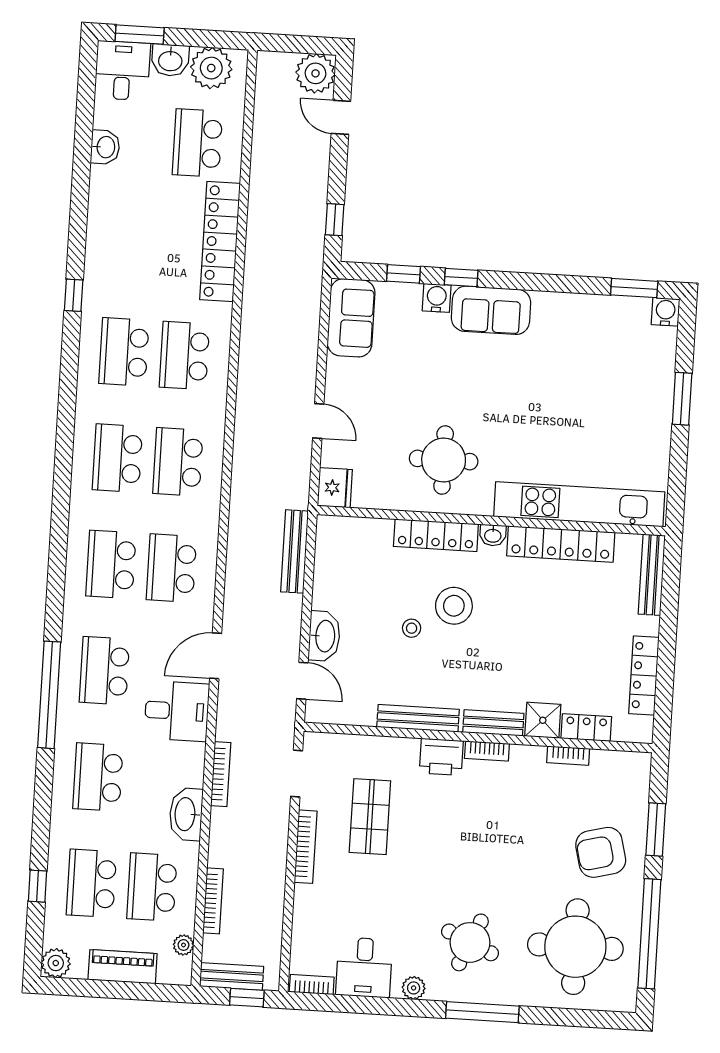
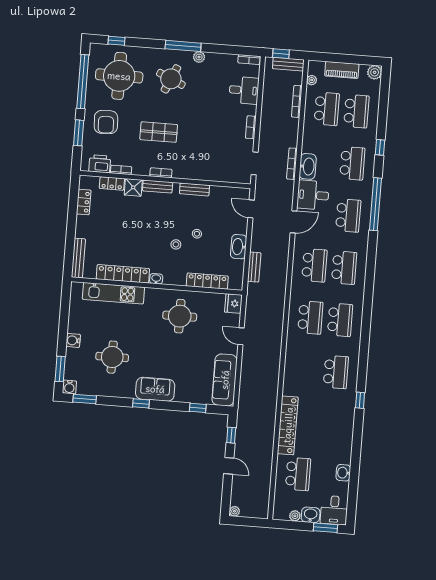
plant: (211, 68) -> (295, 516), width x0.53, depth x0.53
plant: (315, 73) -> (234, 511), width x0.53, depth x0.53
door: (341, 117) -> (229, 466), moved
window: (461, 278) -> (141, 403), moved
water cooler: (437, 298) -> (73, 340), moved, turned 90
sofa: (351, 318) -> (225, 380), width x1.36
school desk: (184, 356) -> (306, 370), removed
round table: (580, 374) -> (112, 357), added
window: (682, 399) -> (60, 369), moved
kitchen unit: (579, 504) -> (113, 293), width x0.73
locker: (436, 535) -> (207, 281), moved
bench: (295, 551) -> (254, 267), width x0.73
stool: (454, 606) -> (176, 244), width x0.53, depth x0.53
washbasin: (324, 636) -> (239, 247), moved
locker: (644, 675) -> (84, 202), width x0.66
bench: (418, 718) -> (194, 189), width x0.73
printer: (441, 757) -> (100, 164), moved
washbasin: (186, 814) -> (308, 166), moved
shop shelf: (370, 817) -> (159, 132), moved, turned 90
bookcase: (306, 847) -> (251, 127), width x0.64
armchair: (601, 852) -> (106, 122), turned 101
window: (38, 886) -> (380, 147), moved
desk: (364, 967) -> (244, 90), moved, turned 90
window: (482, 1012) -> (183, 46), moved
window: (582, 1018) -> (116, 41), added

